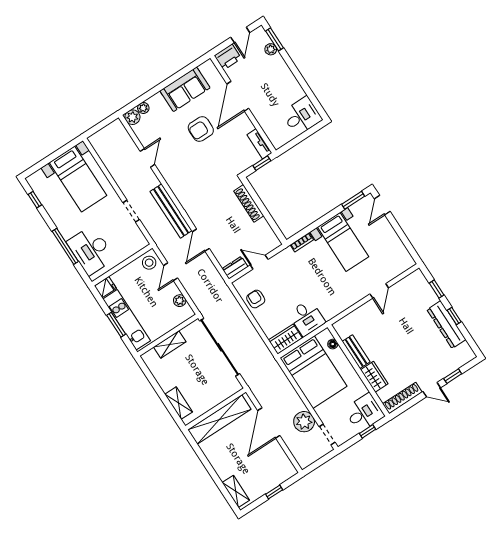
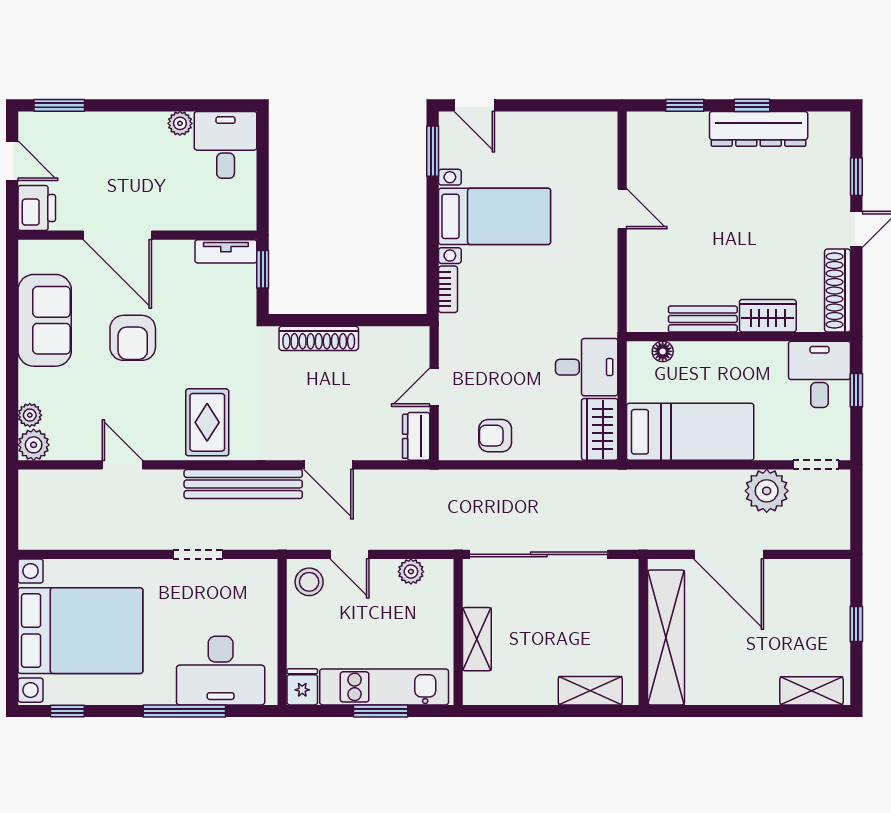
plant: (271, 49) -> (180, 123), moved
bed with nightstands: (78, 179) -> (80, 631), width x1.36
rug: (186, 181) -> (207, 422), added
bed: (313, 372) -> (690, 432), width x0.67

